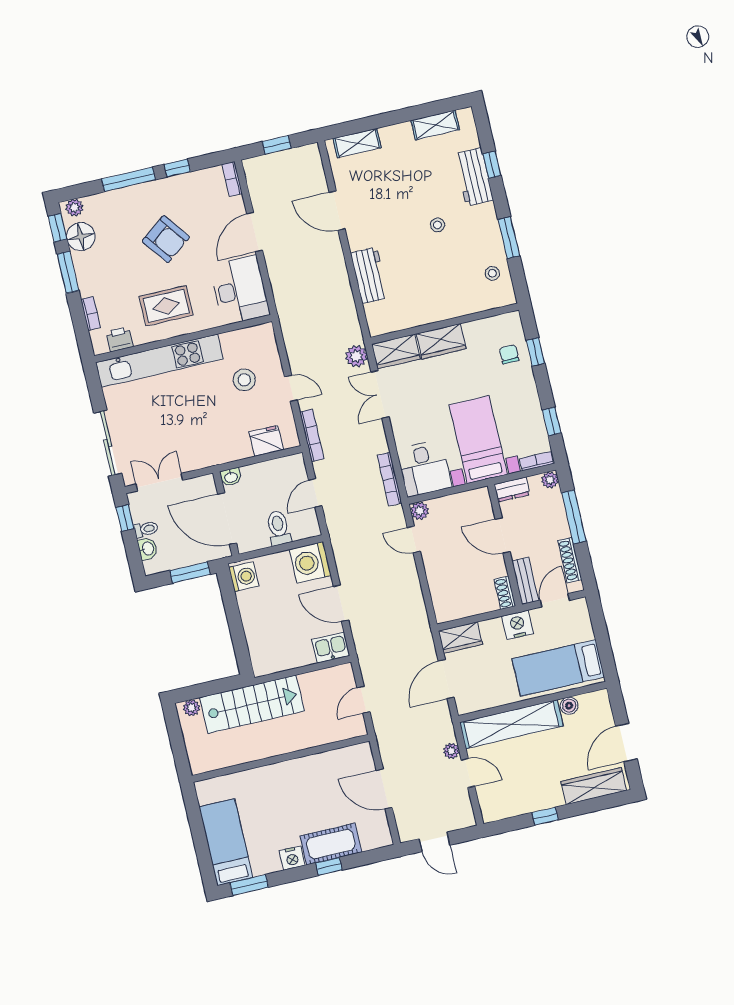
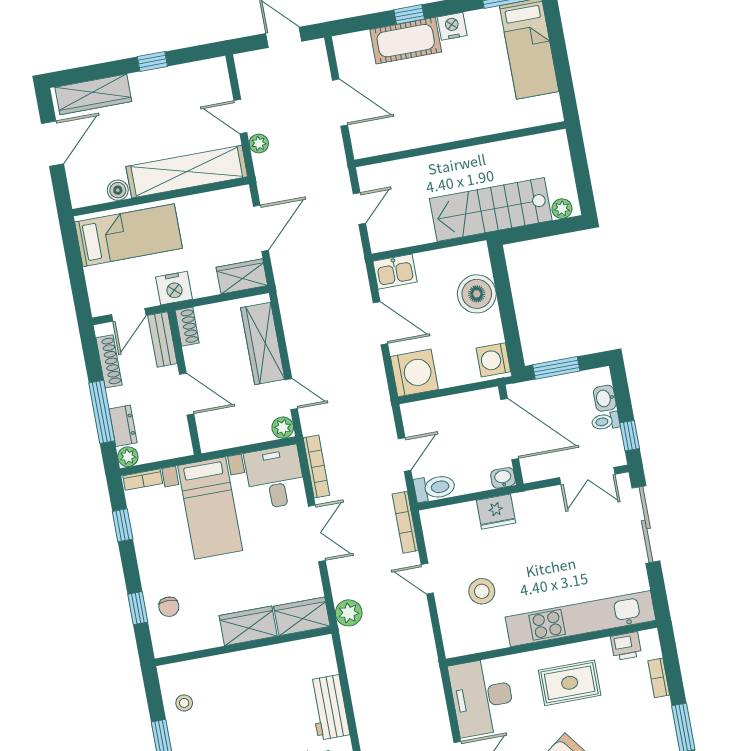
double door: (380, 394) -> (317, 533), moved
fridge: (266, 441) -> (496, 512), moved
dresser: (512, 489) -> (123, 426), moved, turned 90
toilet: (279, 528) -> (435, 488), moved, turned -90
wardrobe: (440, 581) -> (263, 343), added
boiler: (260, 632) -> (477, 294), added

